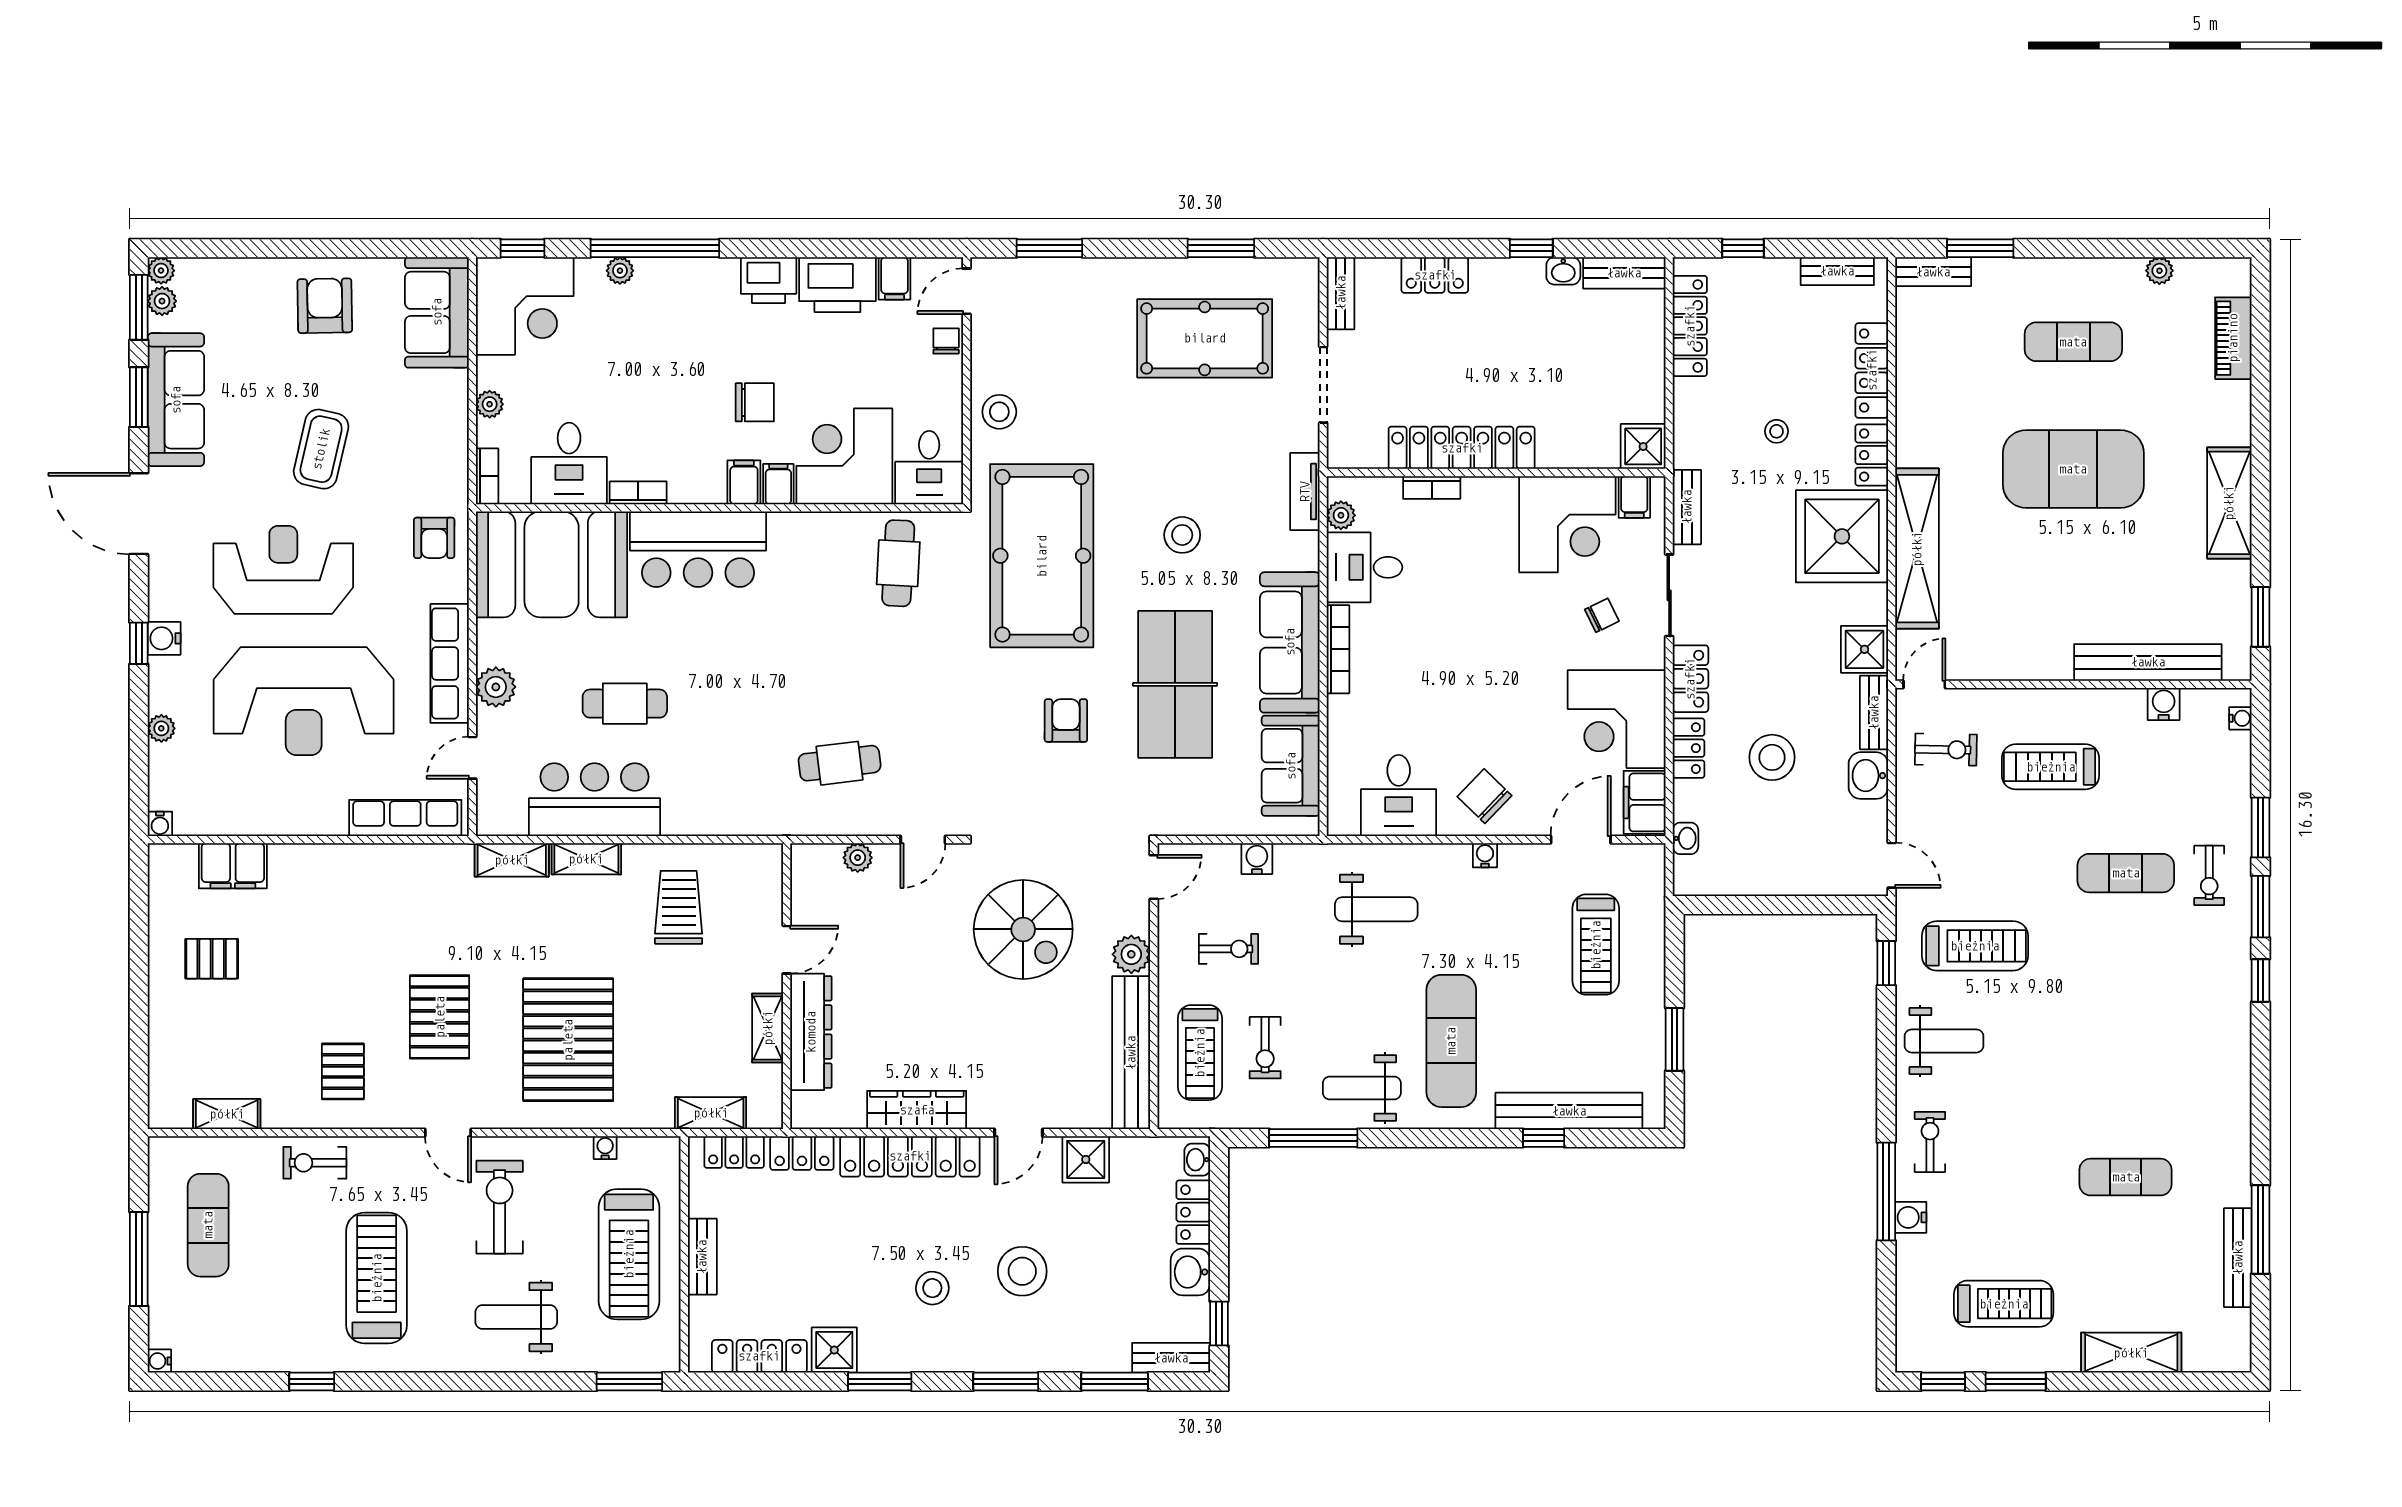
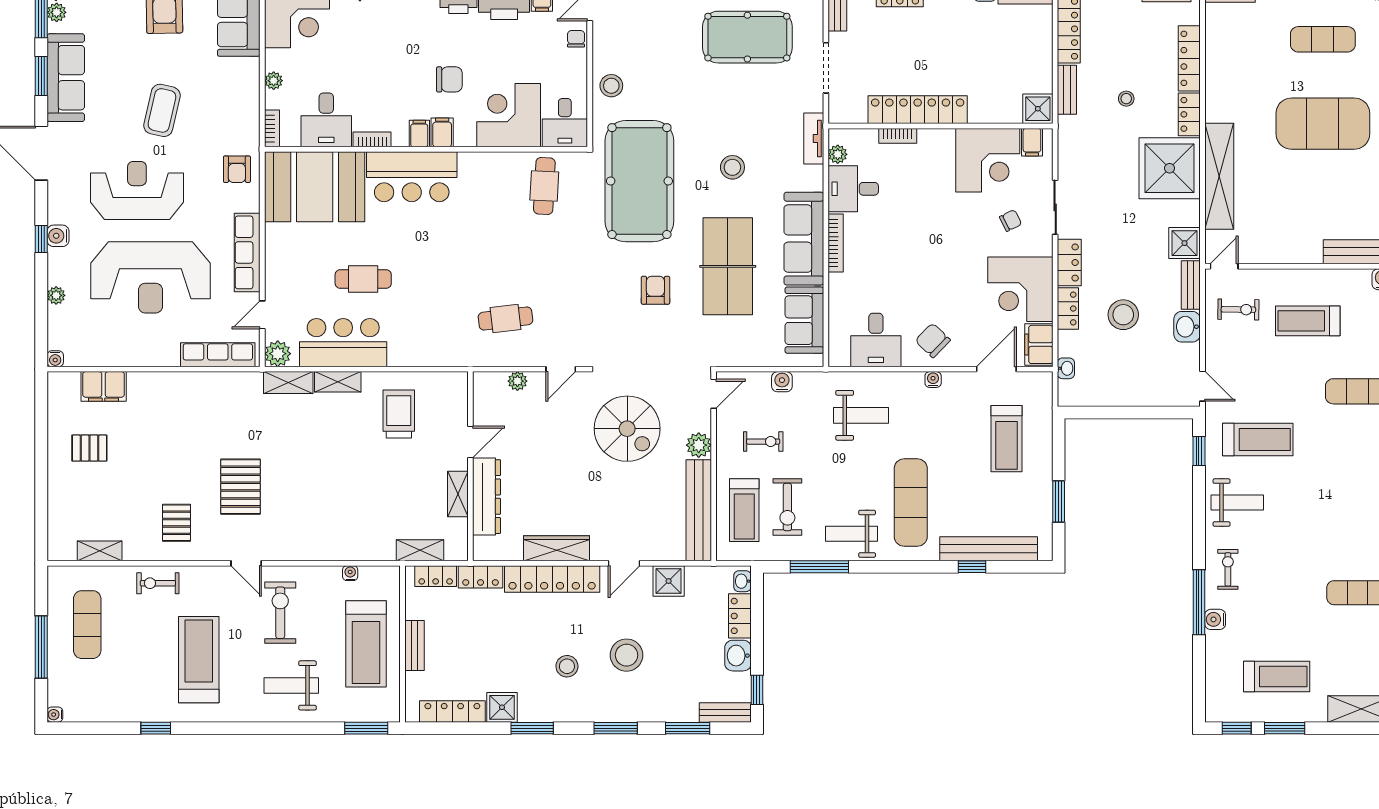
filing cabinet: (778, 484) -> (419, 134), moved
bench: (1687, 507) -> (1067, 90), moved
plant: (496, 687) -> (278, 354), moved
pallet: (568, 1040) -> (326, 502), removed
exercise bike: (1265, 1048) -> (787, 507), width x1.38, depth x1.39

